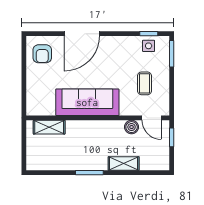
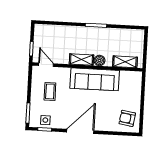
door: (82, 34) -> (80, 131), moved
armchair: (42, 54) -> (127, 118), turned -81
boiler: (132, 127) -> (99, 60), moved
shelving: (124, 163) -> (81, 60), moved

